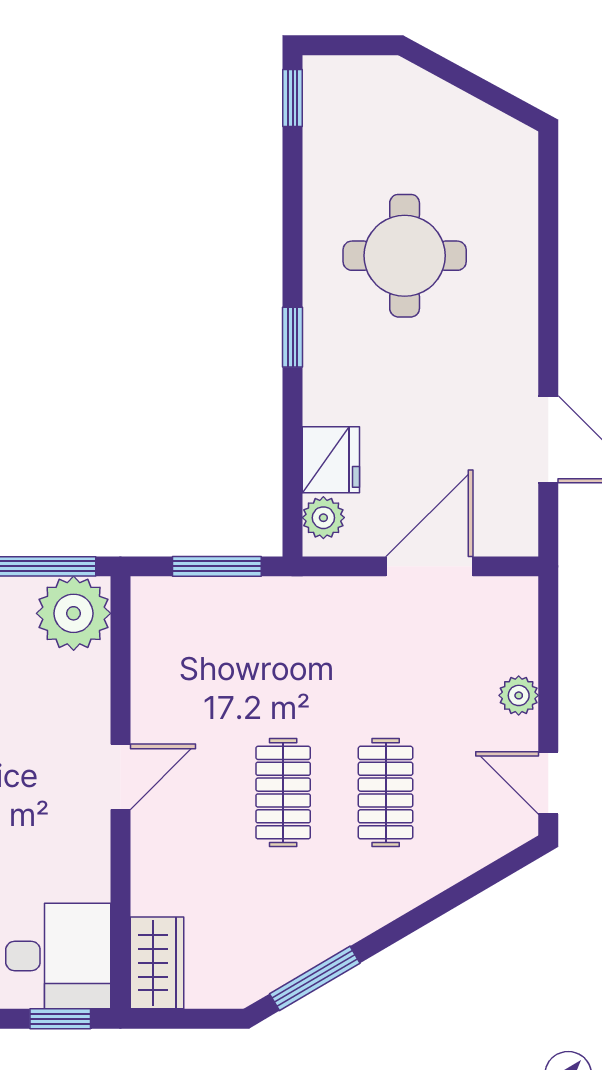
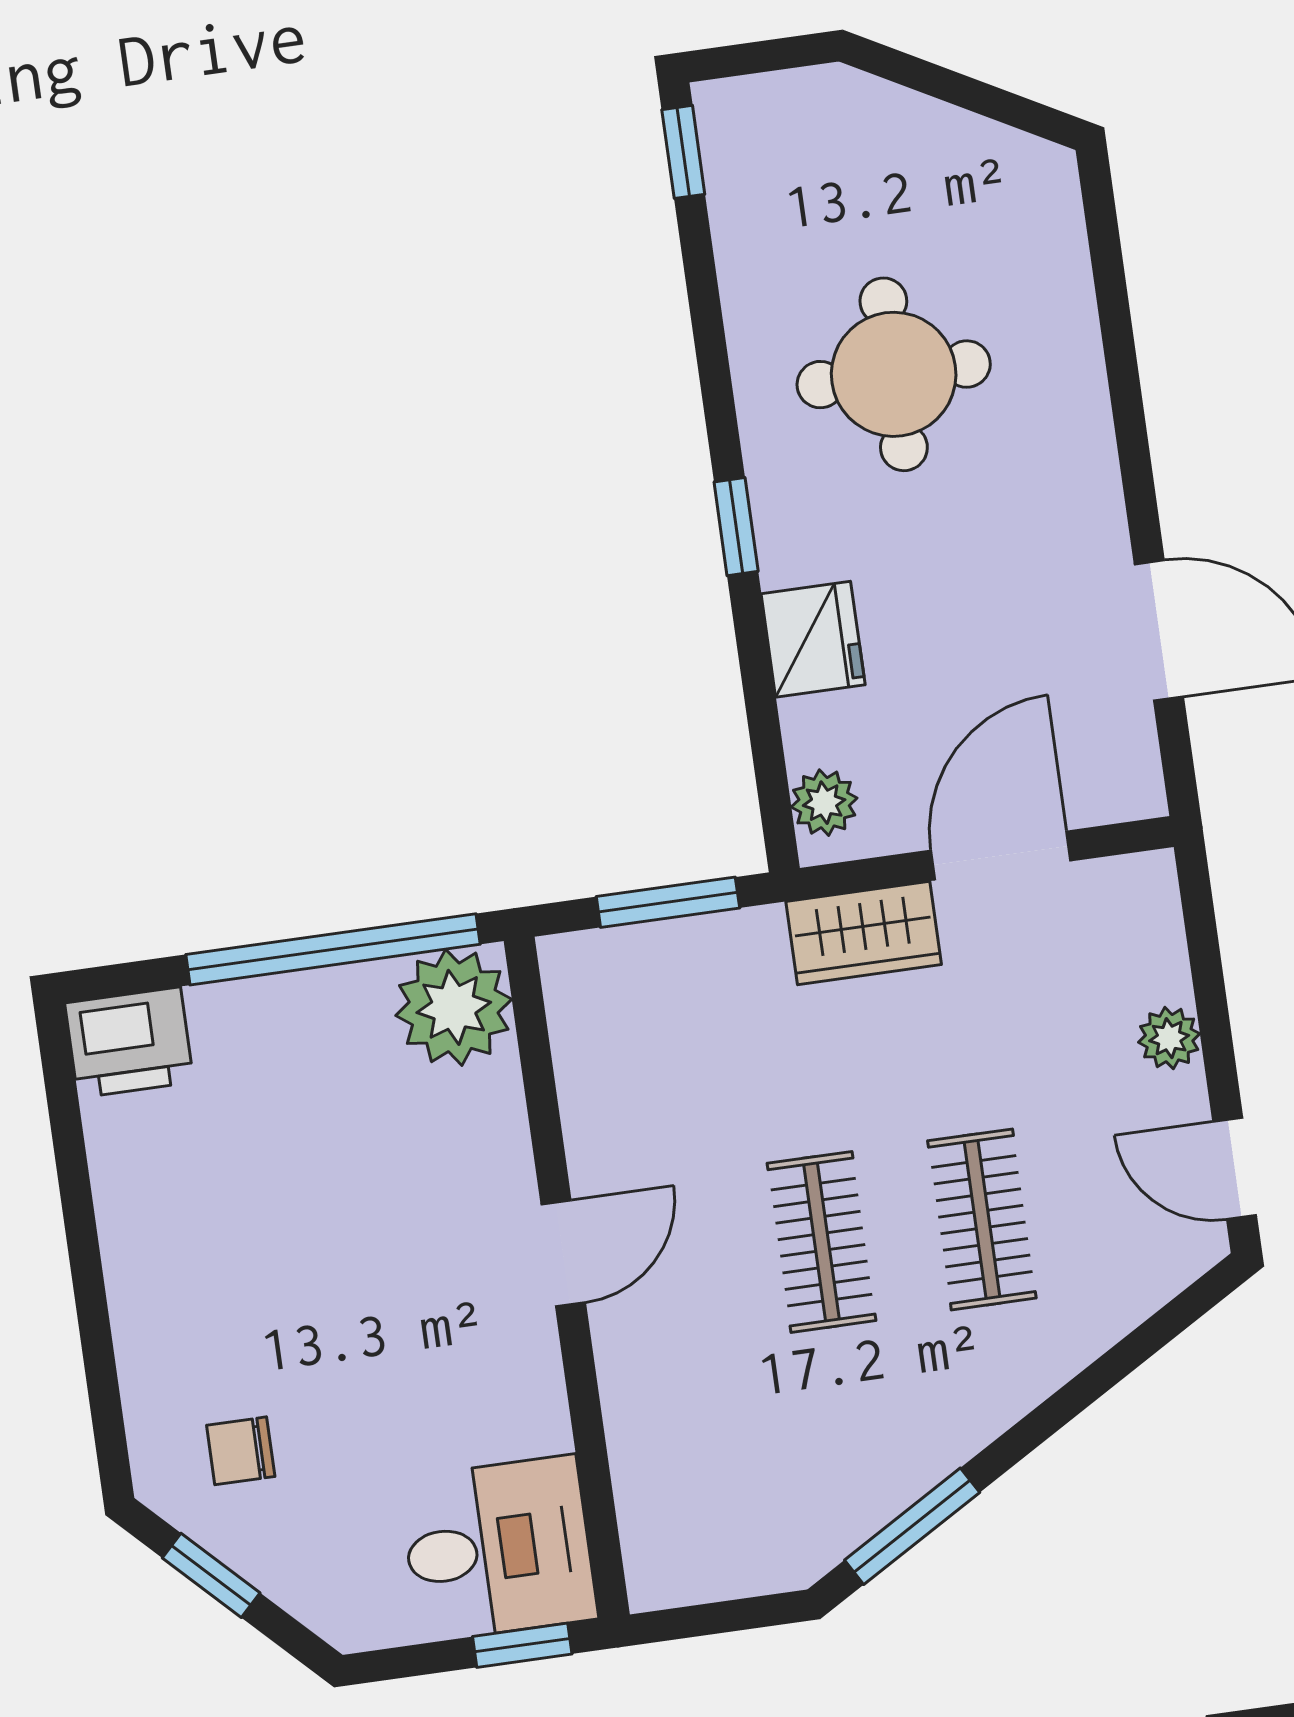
fridge: (331, 460) -> (813, 639), moved
wardrobe: (157, 963) -> (864, 933), moved, turned 90

